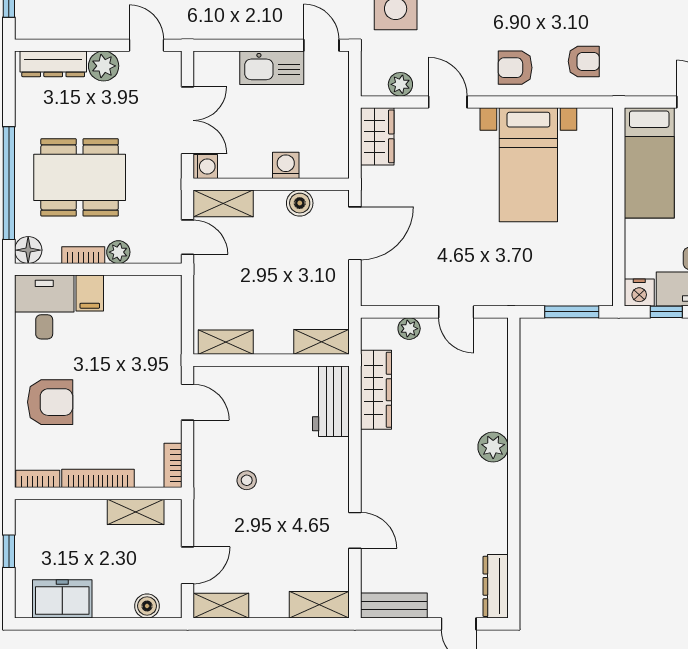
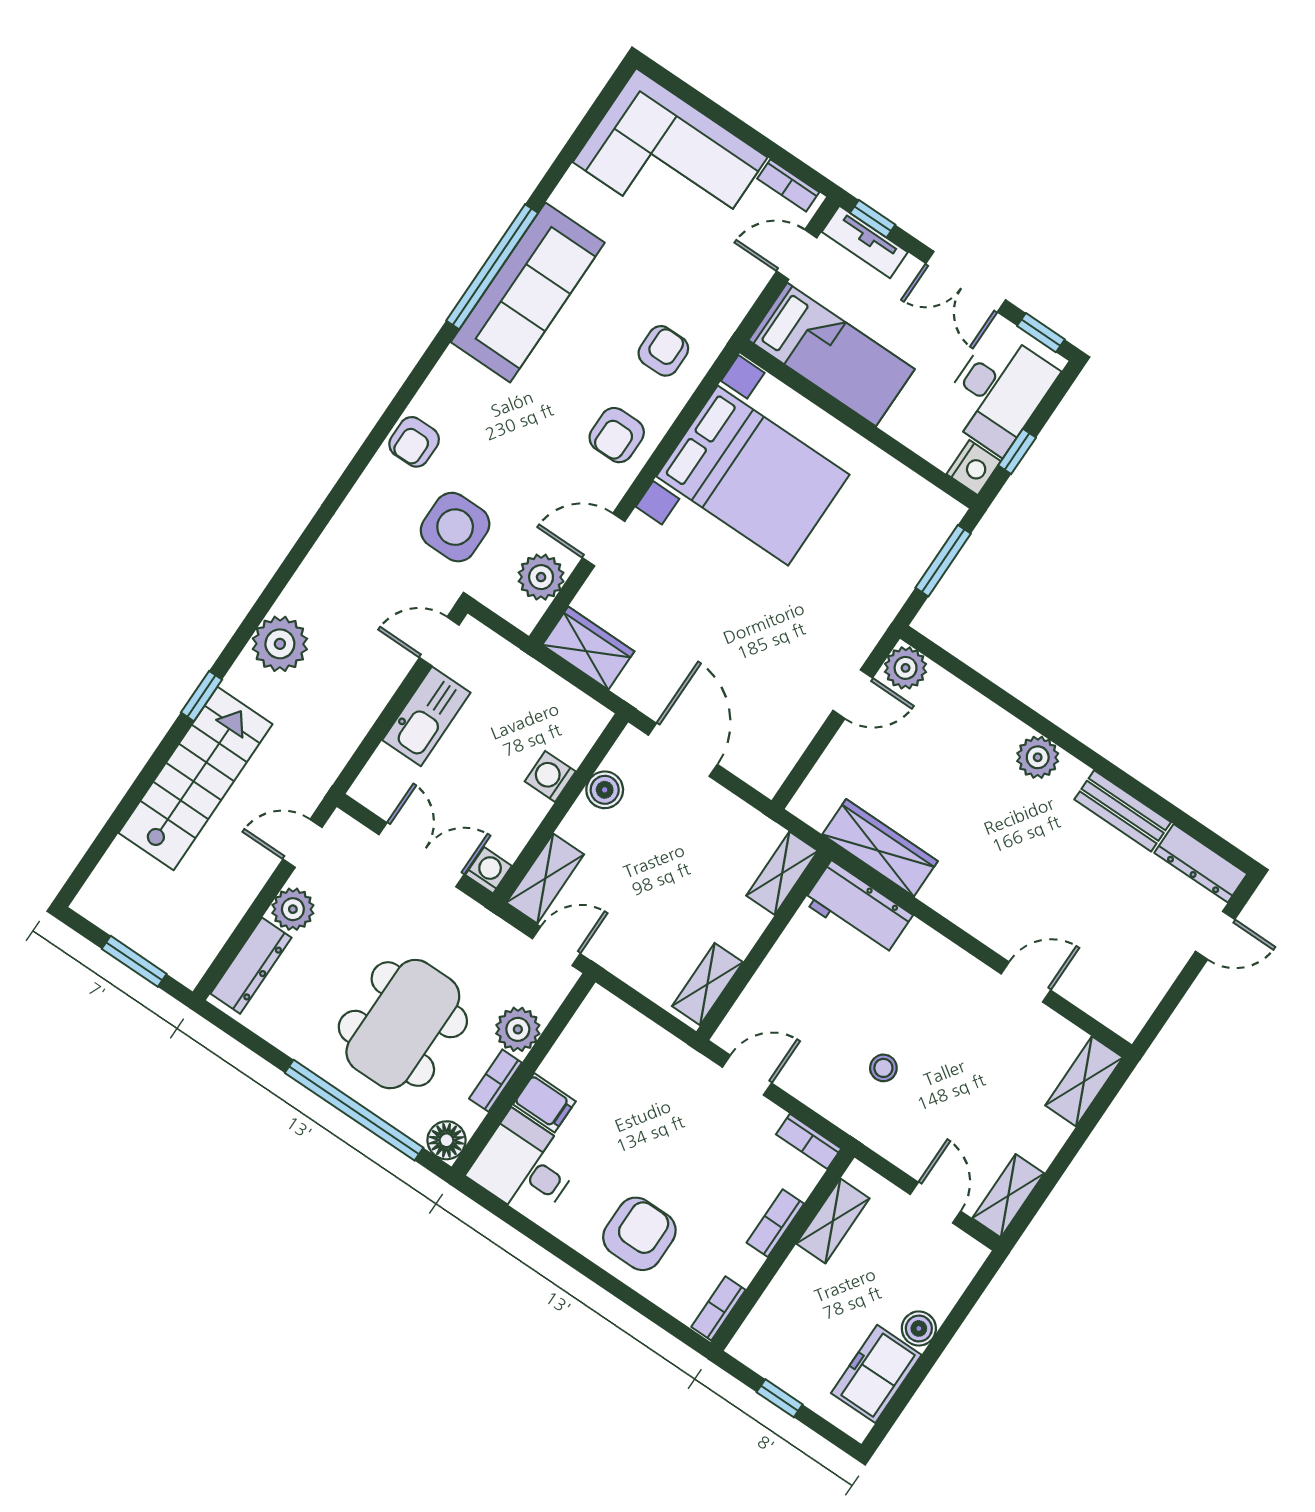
plant: (400, 84) -> (541, 577), width x1.38, depth x1.38
bed with nightstands: (528, 165) -> (753, 476), width x1.36
plant: (118, 252) -> (518, 1029), width x1.38, depth x1.38
plant: (409, 329) -> (906, 668), moved, width x1.38, depth x1.38
bookcase: (98, 478) -> (775, 1223), width x0.64
bench: (394, 605) -> (1123, 811), moved, turned 90
boiler: (147, 606) -> (919, 1328), moved

